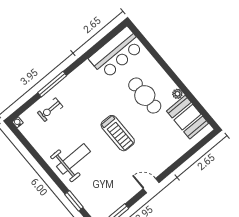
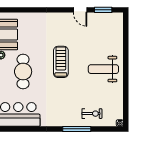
door: (151, 186) -> (80, 10), moved
window: (74, 201) -> (126, 42), removed

